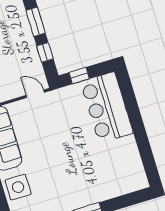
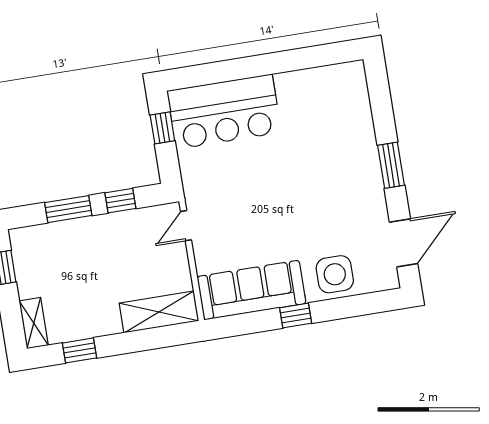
window: (79, 76) -> (162, 128), moved

